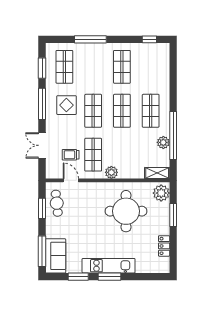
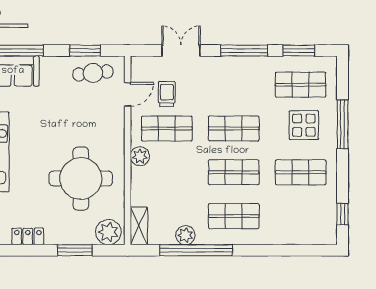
display table: (66, 105) -> (304, 125), moved

